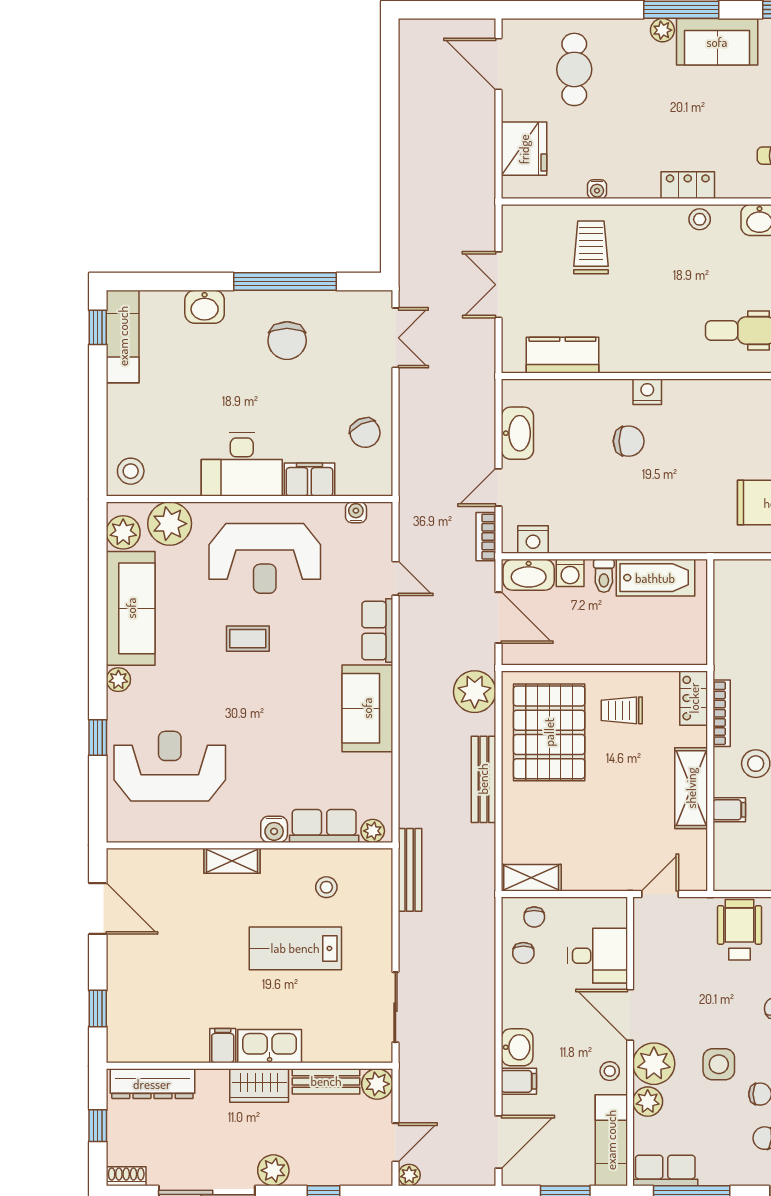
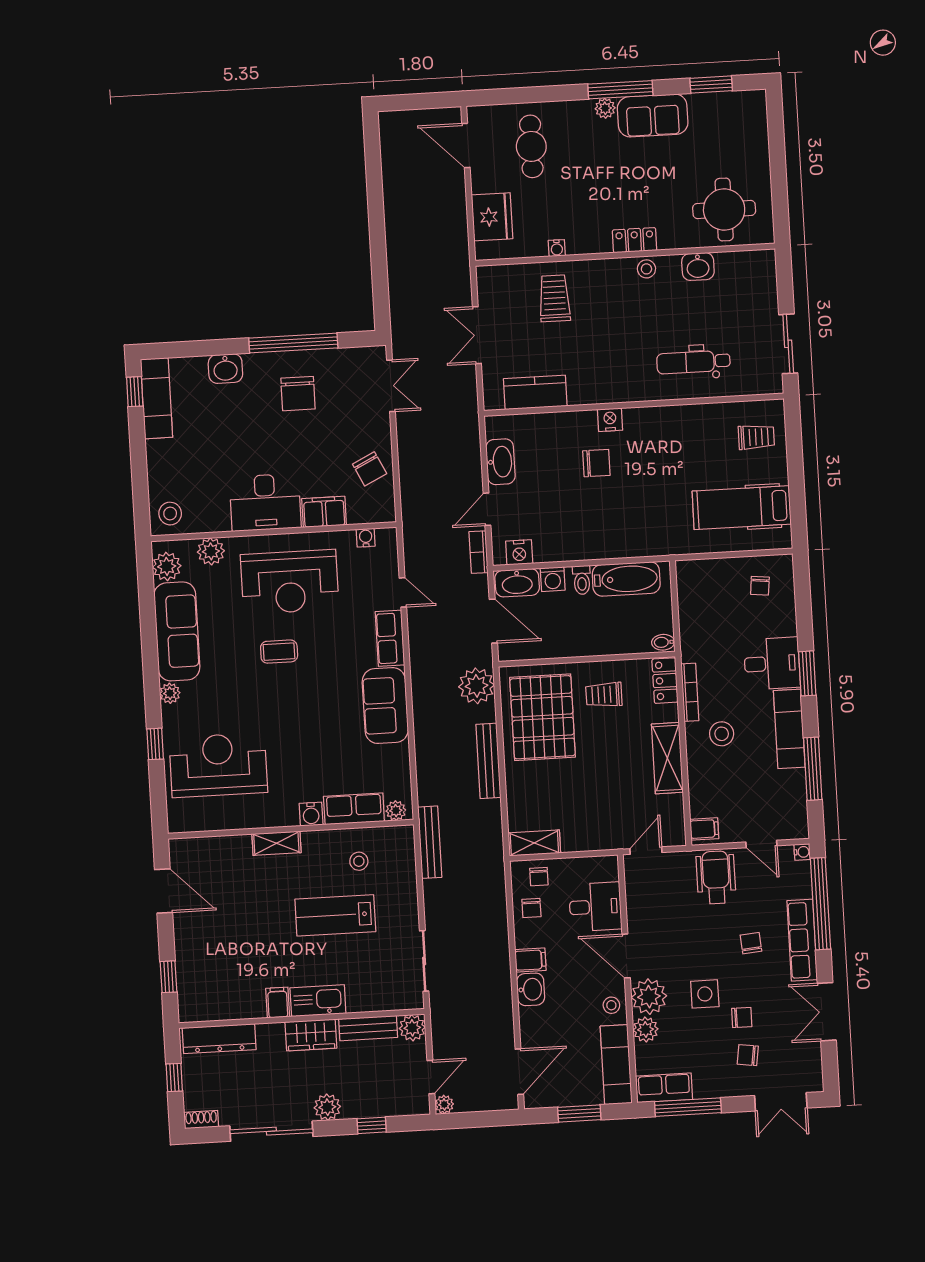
plant: (170, 524) -> (211, 551), width x0.73, depth x0.73
bidet: (694, 653) -> (663, 642), added
filing cabinet: (729, 810) -> (704, 829), moved
filing cabinet: (519, 1081) -> (530, 960), moved

